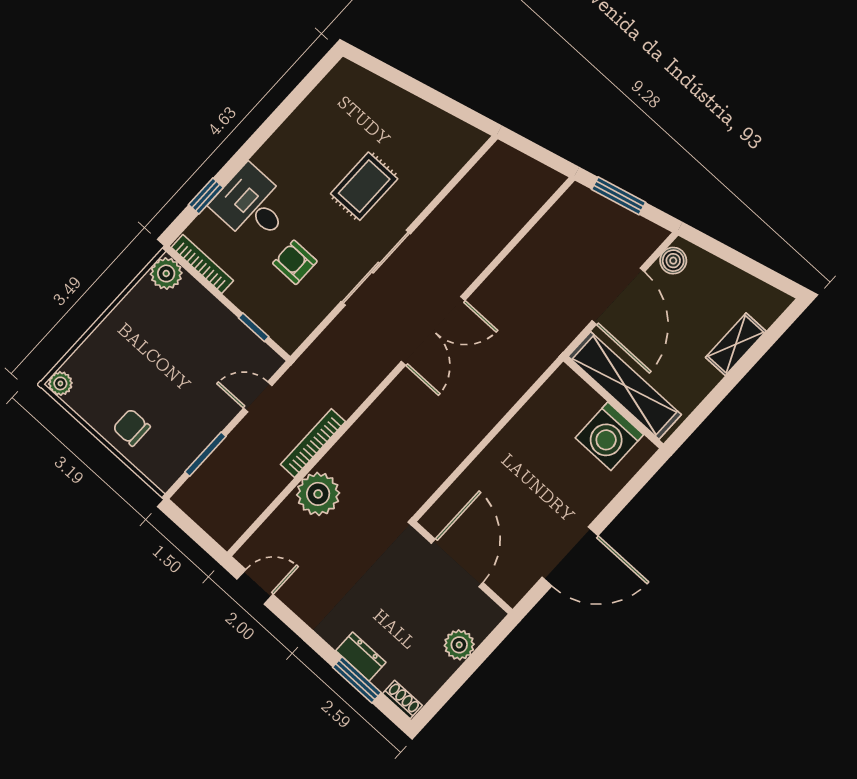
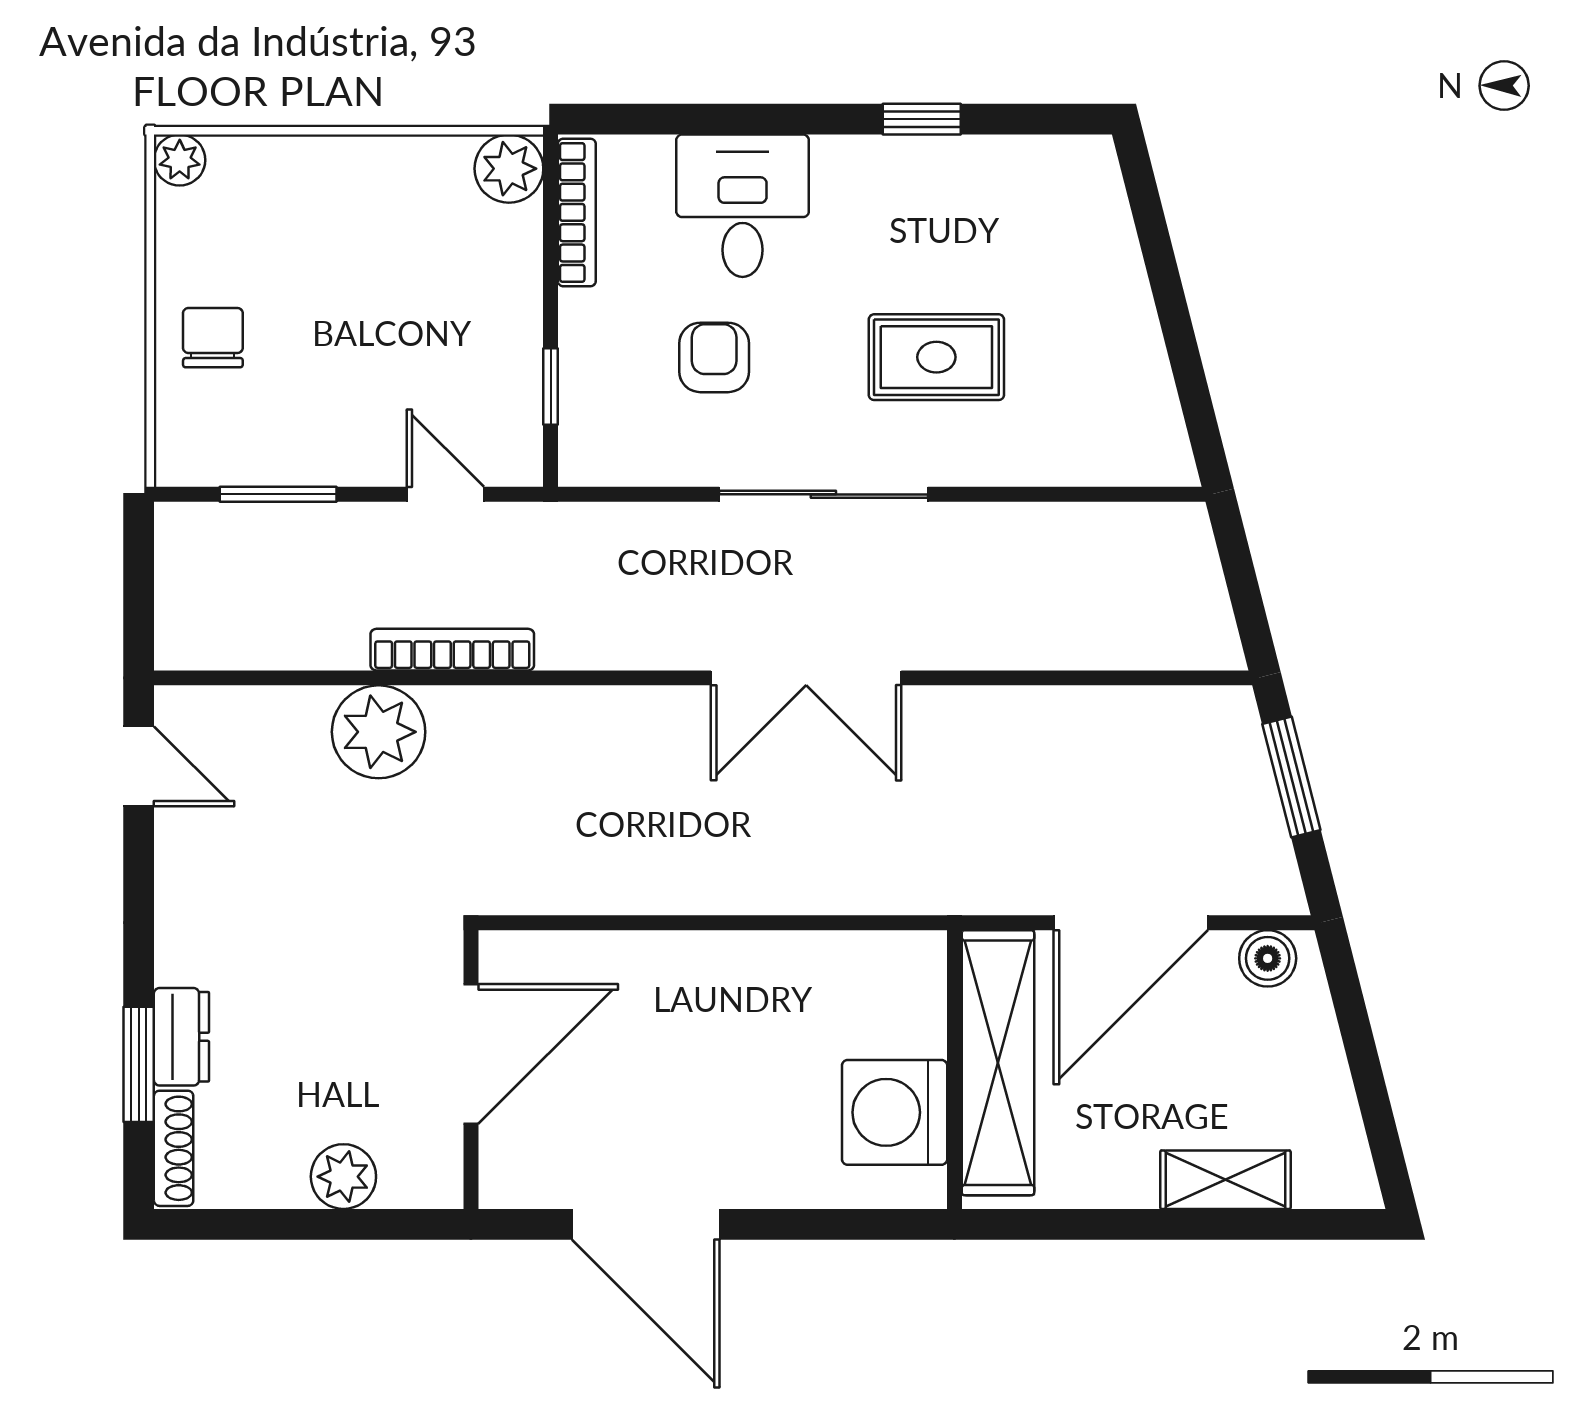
window: (206, 196) -> (922, 119), moved
shoe rack: (402, 700) -> (174, 1148), width x1.43

